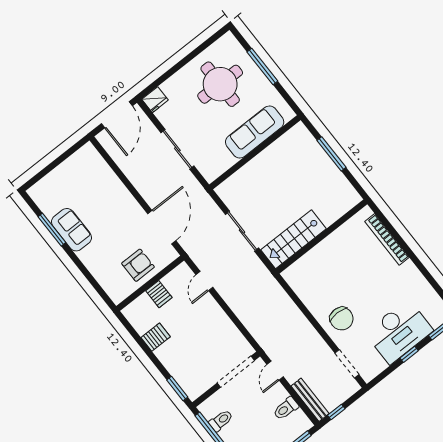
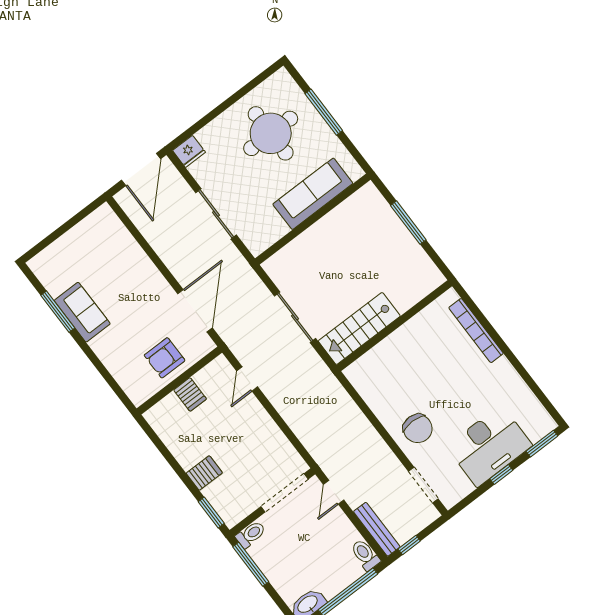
armchair: (138, 265) -> (165, 358), turned 180
server rack: (156, 337) -> (204, 473), moved
toilet: (286, 409) -> (365, 555), moved, turned 90
toilet: (221, 420) -> (251, 534), moved

